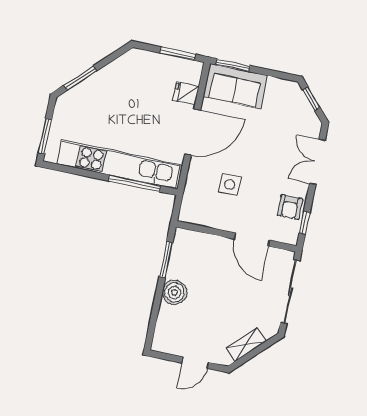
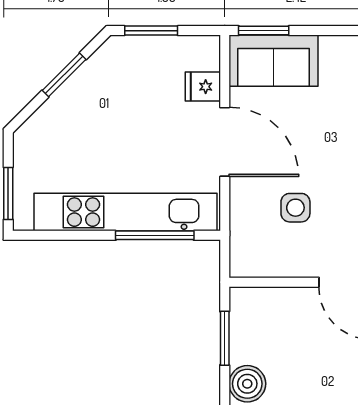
window: (178, 54) -> (151, 31), moved
window: (80, 78) -> (64, 75), moved
door: (193, 132) -> (225, 142), hinge flipped

